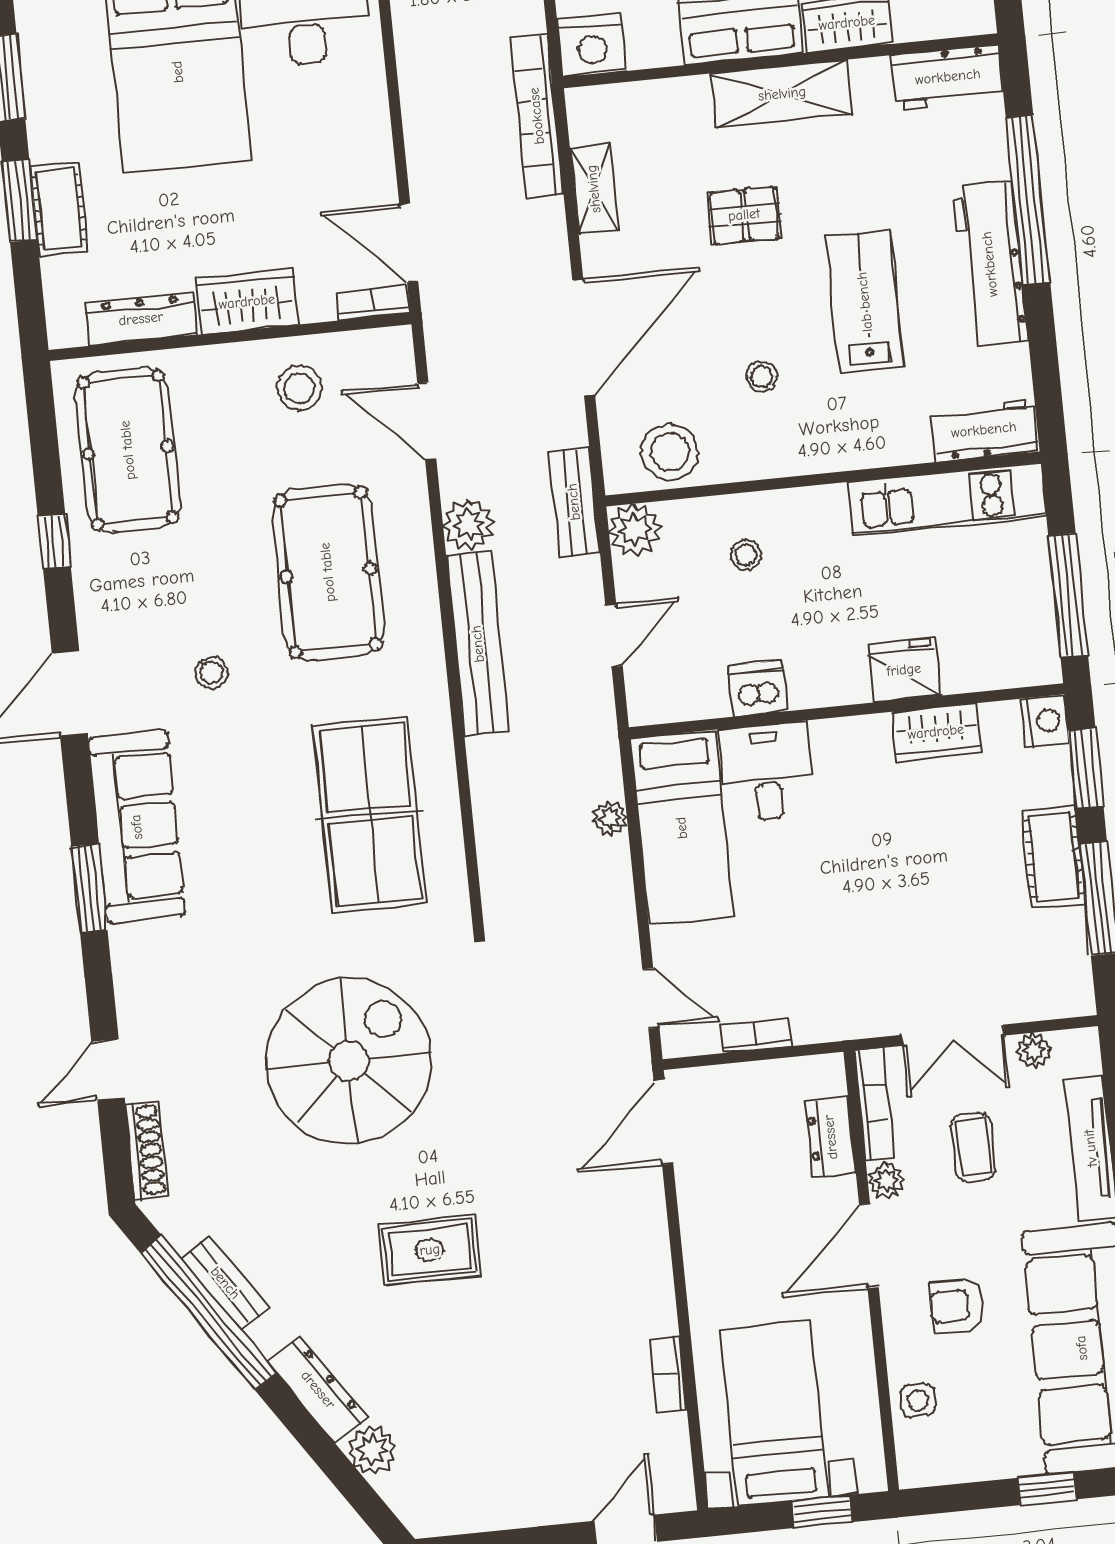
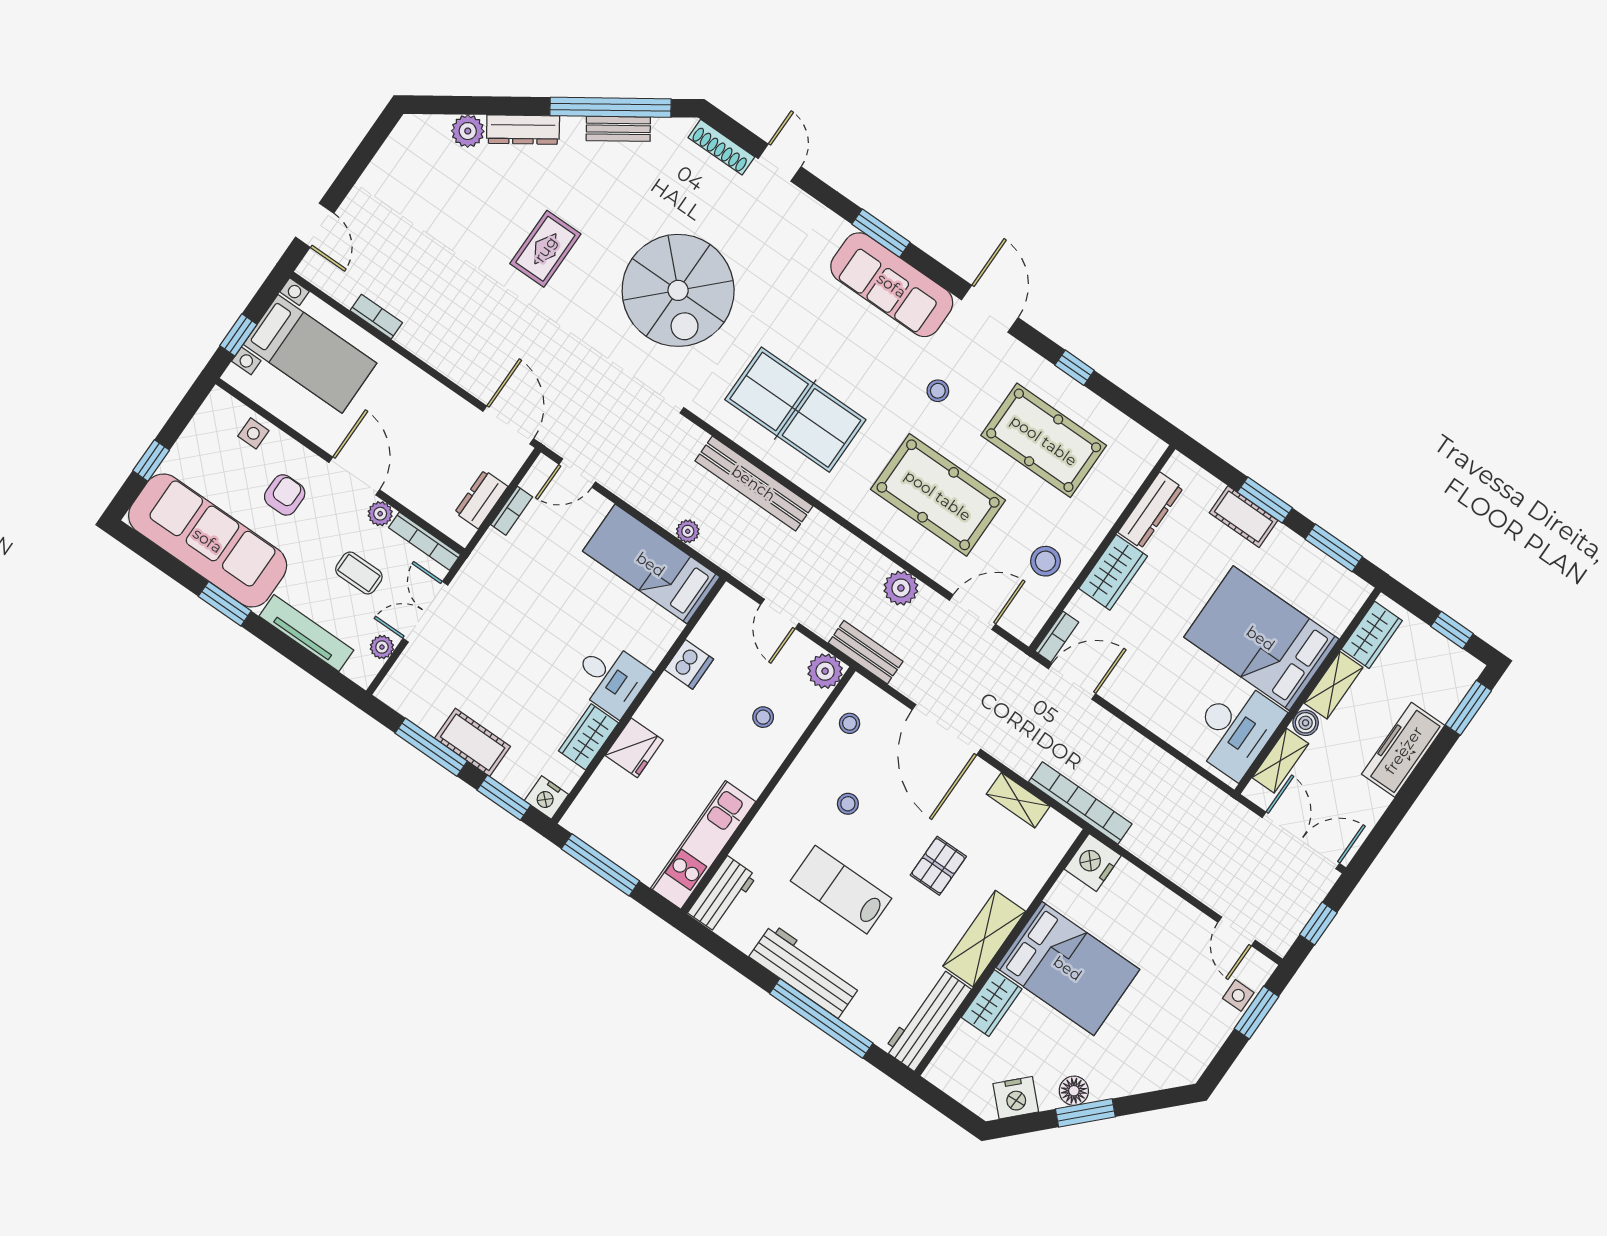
workbench: (948, 77) -> (927, 1020), width x1.38
lab bench: (865, 302) -> (841, 890), turned 180
pool table: (128, 450) -> (1044, 440), moved
stool: (670, 452) -> (850, 723), width x0.53, depth x0.53
bench: (478, 644) -> (754, 483), moved
desk: (767, 772) -> (611, 678), moved
dresser: (831, 1137) -> (481, 499), moved, turned -90

